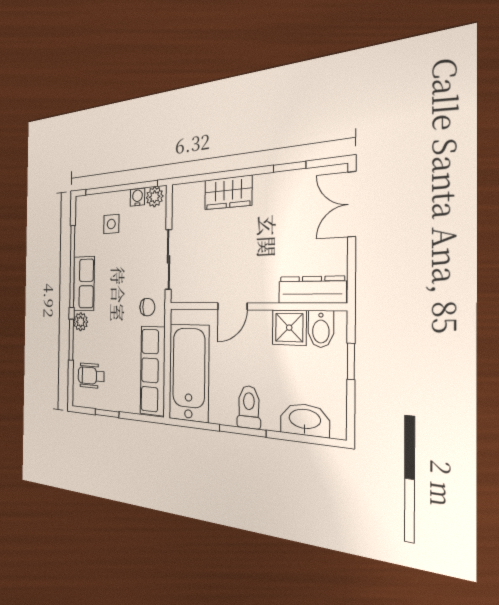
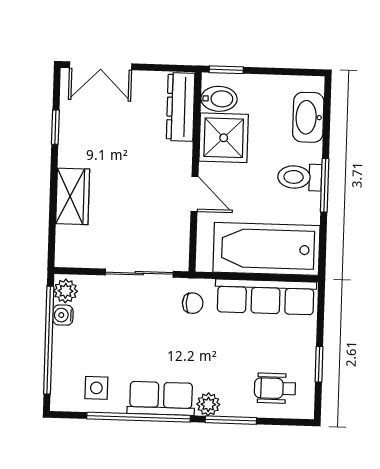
side table: (111, 224) -> (96, 388), moved
chair: (147, 307) -> (193, 303), turned 90
shower: (289, 328) -> (224, 138), width x1.36, depth x1.36
window: (351, 361) -> (226, 70), moved
wheelchair: (91, 376) -> (275, 388), turned 90

